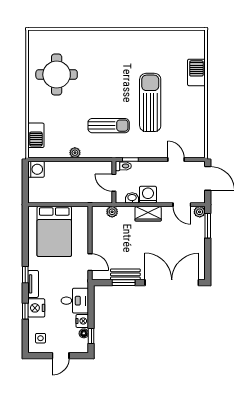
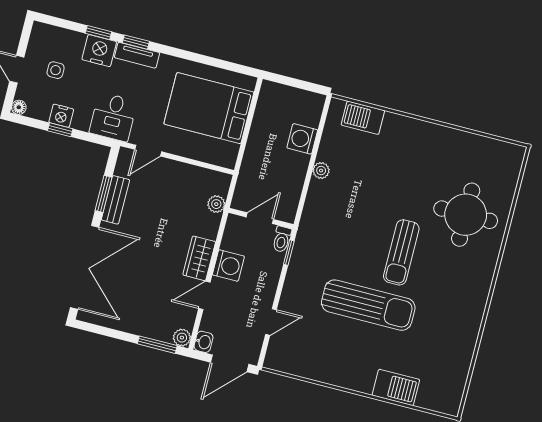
round table: (57, 75) -> (466, 215), moved
sun lounger: (109, 126) -> (401, 252), moved
washing machine: (36, 169) -> (302, 139), moved, turned 90
washbasin: (132, 198) -> (204, 342), moved
door: (182, 205) -> (204, 295), moved
window: (25, 275) -> (136, 42), moved
desk: (75, 301) -> (113, 117), moved
floor lamp: (84, 333) -> (19, 107), moved
window: (91, 336) -> (60, 130), moved
side table: (41, 338) -> (56, 70), moved

